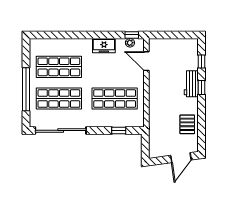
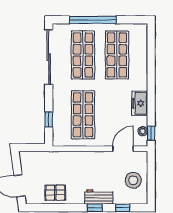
stool: (176, 52) -> (133, 180), added

